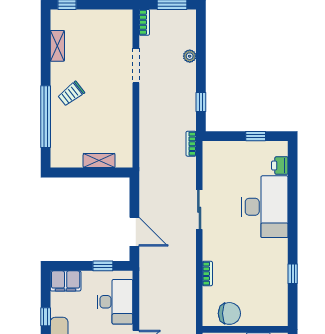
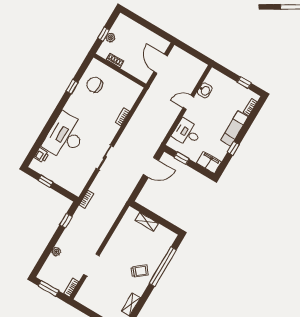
door: (134, 232) -> (151, 167), swing flipped
desk: (115, 302) -> (187, 133), width x0.73
chair: (229, 313) -> (95, 85), moved

